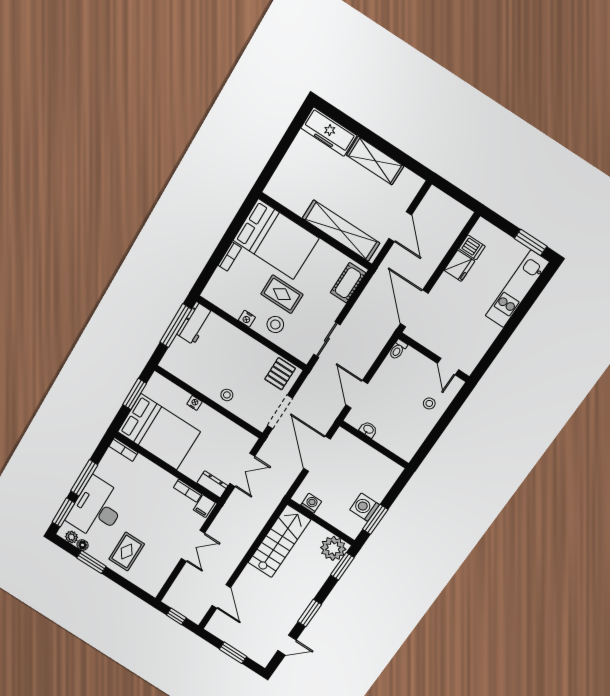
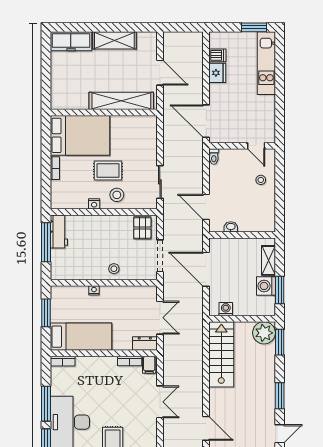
cot: (348, 283) -> (149, 133), removed
bed: (159, 432) -> (81, 337), width x0.67
shelving: (383, 485) -> (268, 260), added

